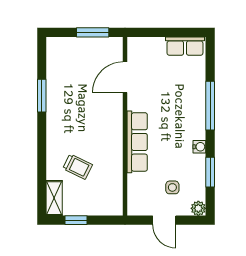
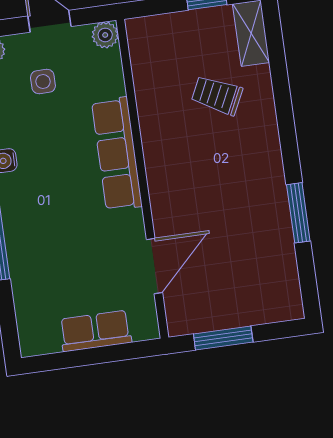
row of seats: (185, 46) -> (95, 331), moved
plant: (135, 208) -> (105, 35), added

